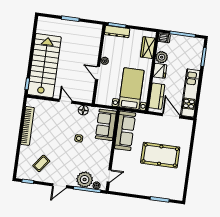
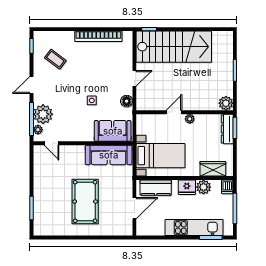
plant: (96, 30) -> (226, 103), added
kitchen unit: (190, 93) -> (194, 228), moved
door: (60, 186) -> (31, 85), hinge flipped

